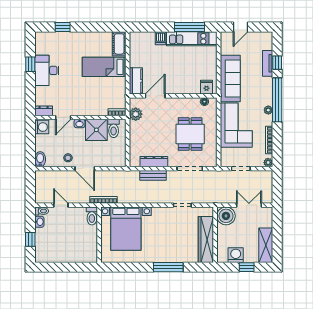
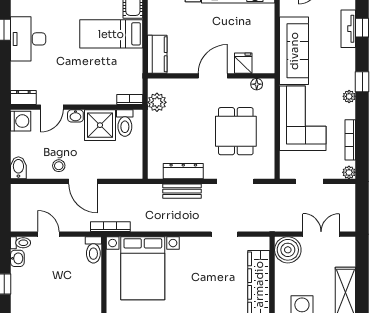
fridge: (206, 87) -> (243, 63), moved
door: (155, 96) -> (213, 76), moved
window: (277, 100) -> (362, 82), width x0.32

